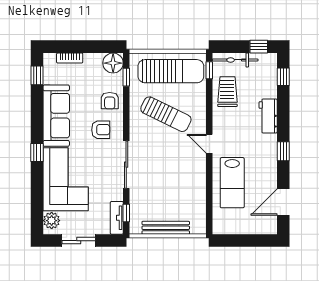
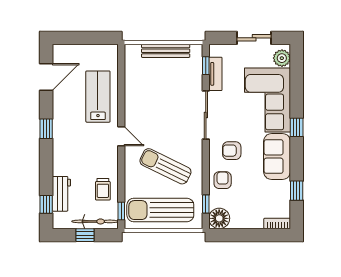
window: (259, 47) -> (85, 235), moved
bookcase: (70, 58) -> (277, 223), moved
window: (37, 75) -> (297, 191), moved
trolley: (227, 92) -> (103, 189), width x0.73, depth x0.72
sofa: (56, 116) -> (277, 157), width x0.73
workbench: (268, 116) -> (61, 194), moved
tv unit: (117, 218) -> (215, 74), moved

